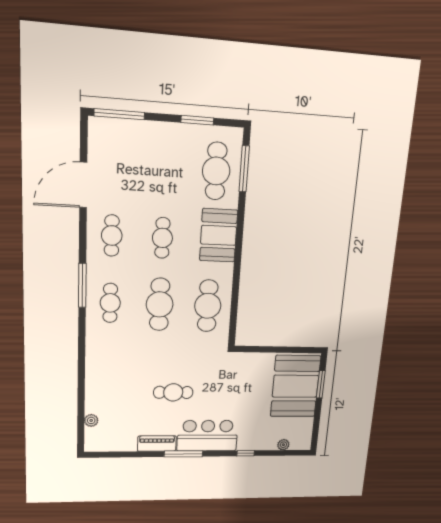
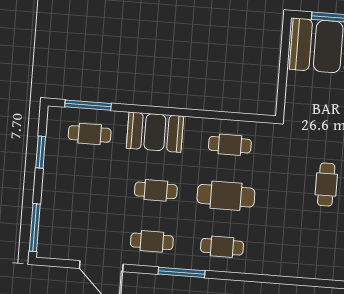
cafe table: (216, 171) -> (90, 134), width x0.73, depth x0.74
window: (82, 285) -> (182, 272), moved
cafe table: (208, 306) -> (230, 145), width x0.73, depth x0.74

